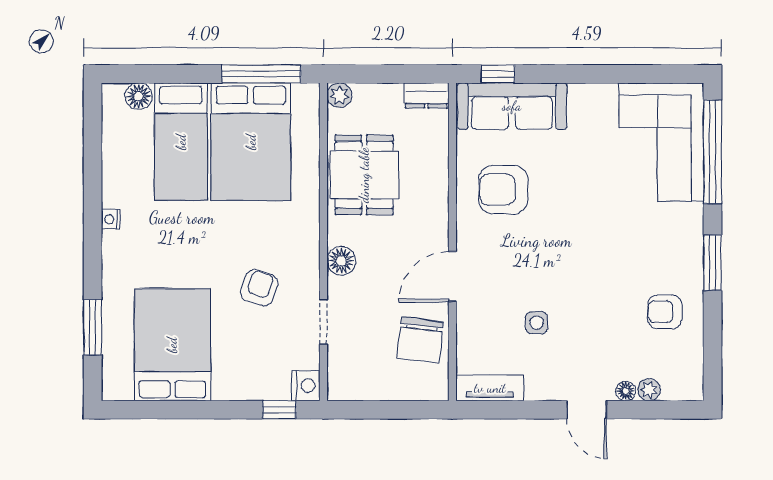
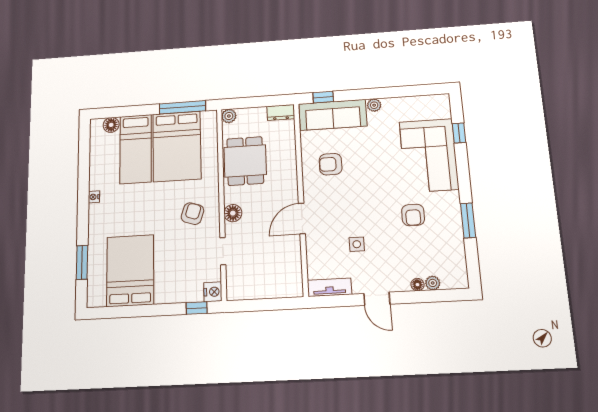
plant: (581, 94) -> (374, 105), added
corner sofa: (661, 142) -> (429, 155), moved
window: (713, 152) -> (459, 133), width x0.32
armchair: (503, 190) -> (331, 164), width x0.72, depth x0.72
window: (713, 263) -> (468, 220), moved
armchair: (259, 288) -> (192, 214), moved
armchair: (665, 312) -> (413, 215), moved, turned -90
chair: (420, 340) -> (283, 259), removed
door: (587, 410) -> (377, 299), moved

